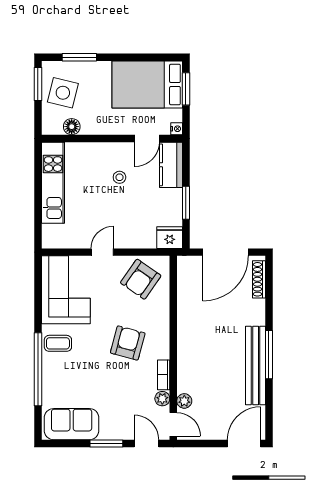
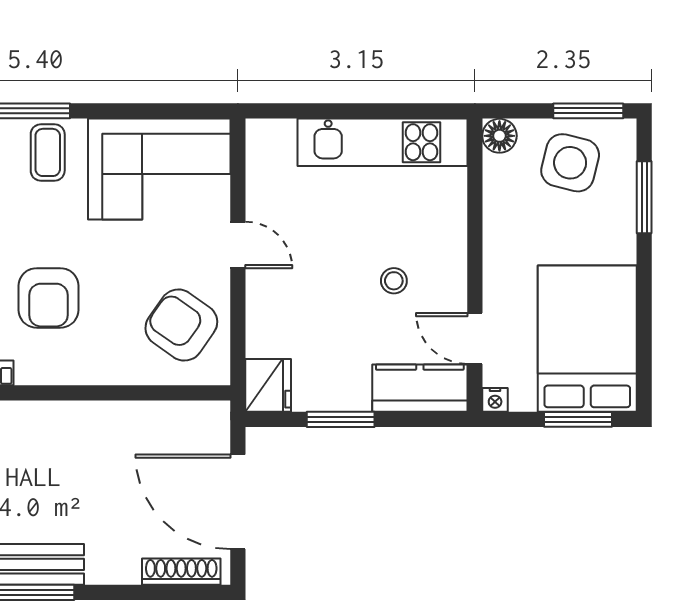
floor lamp: (72, 127) -> (499, 136), moved
armchair: (128, 343) -> (48, 298), turned 75

